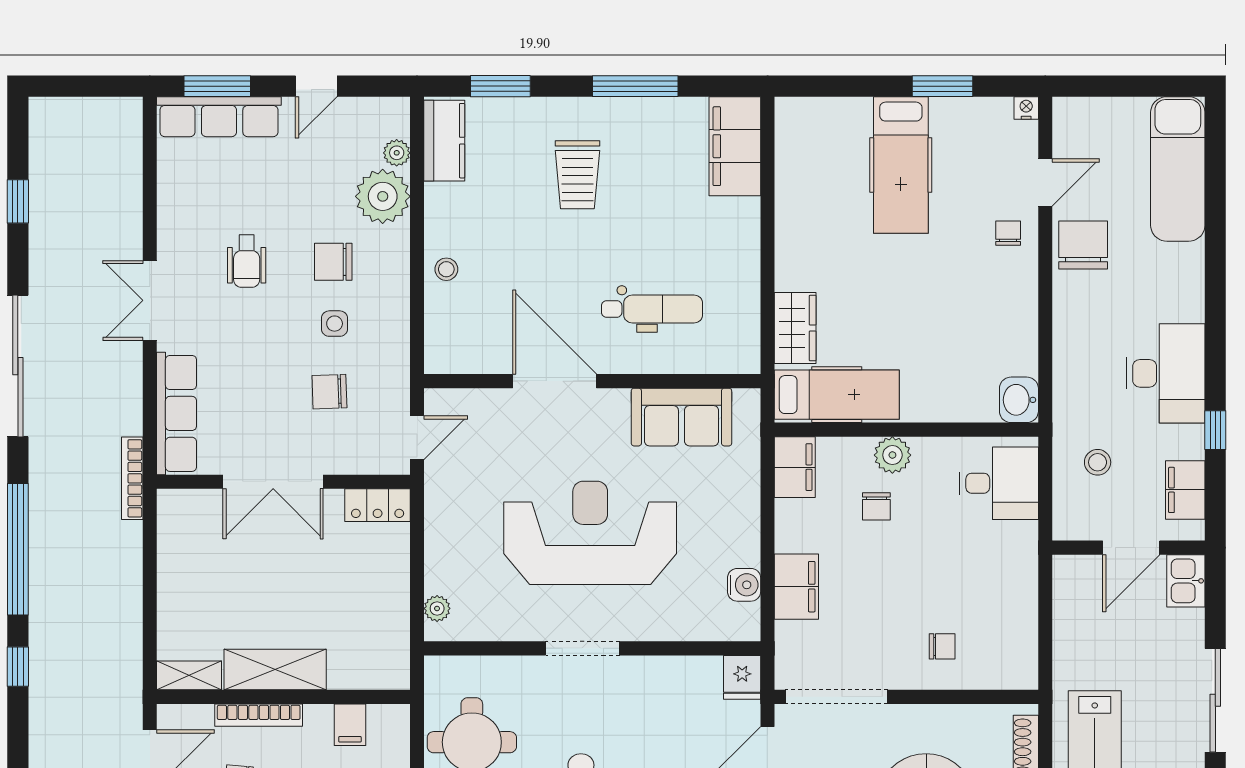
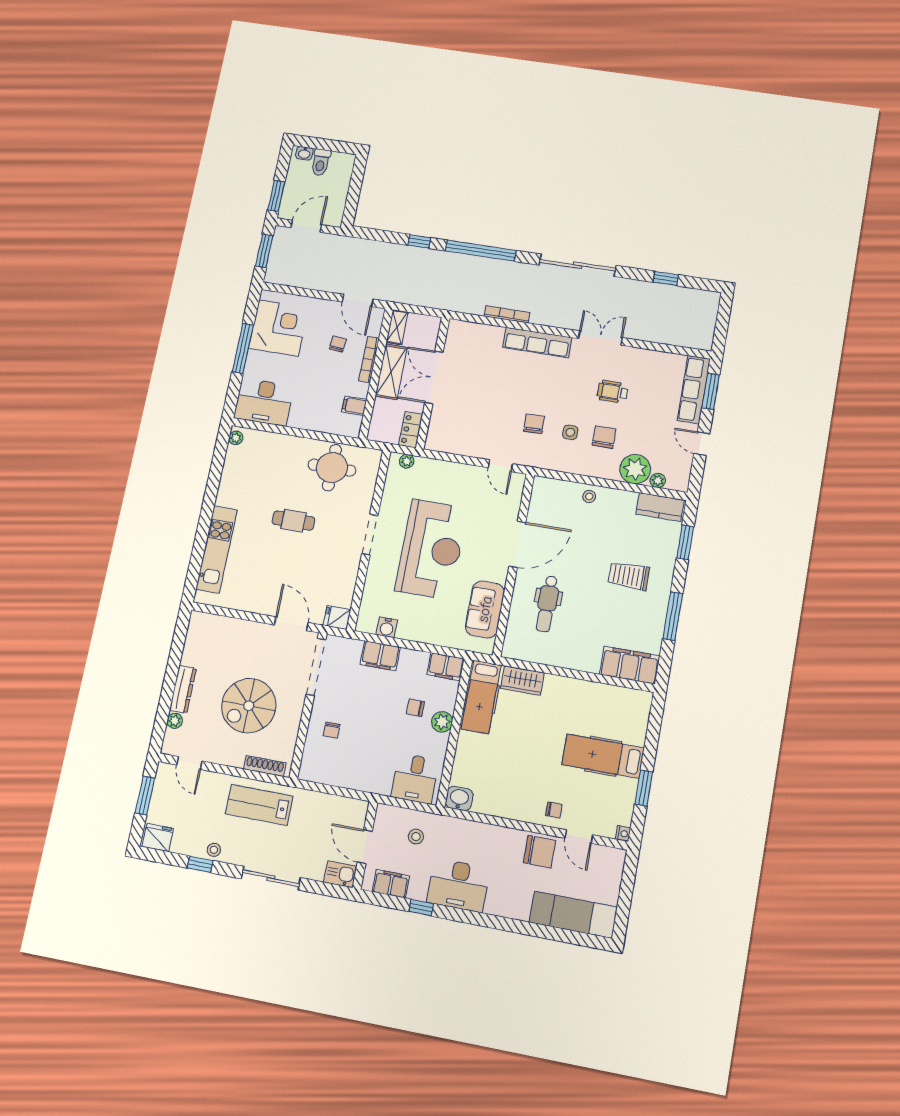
double door: (273, 482) -> (434, 377), moved
wall: (283, 482) -> (433, 383), moved
locker: (378, 505) -> (411, 430), moved

